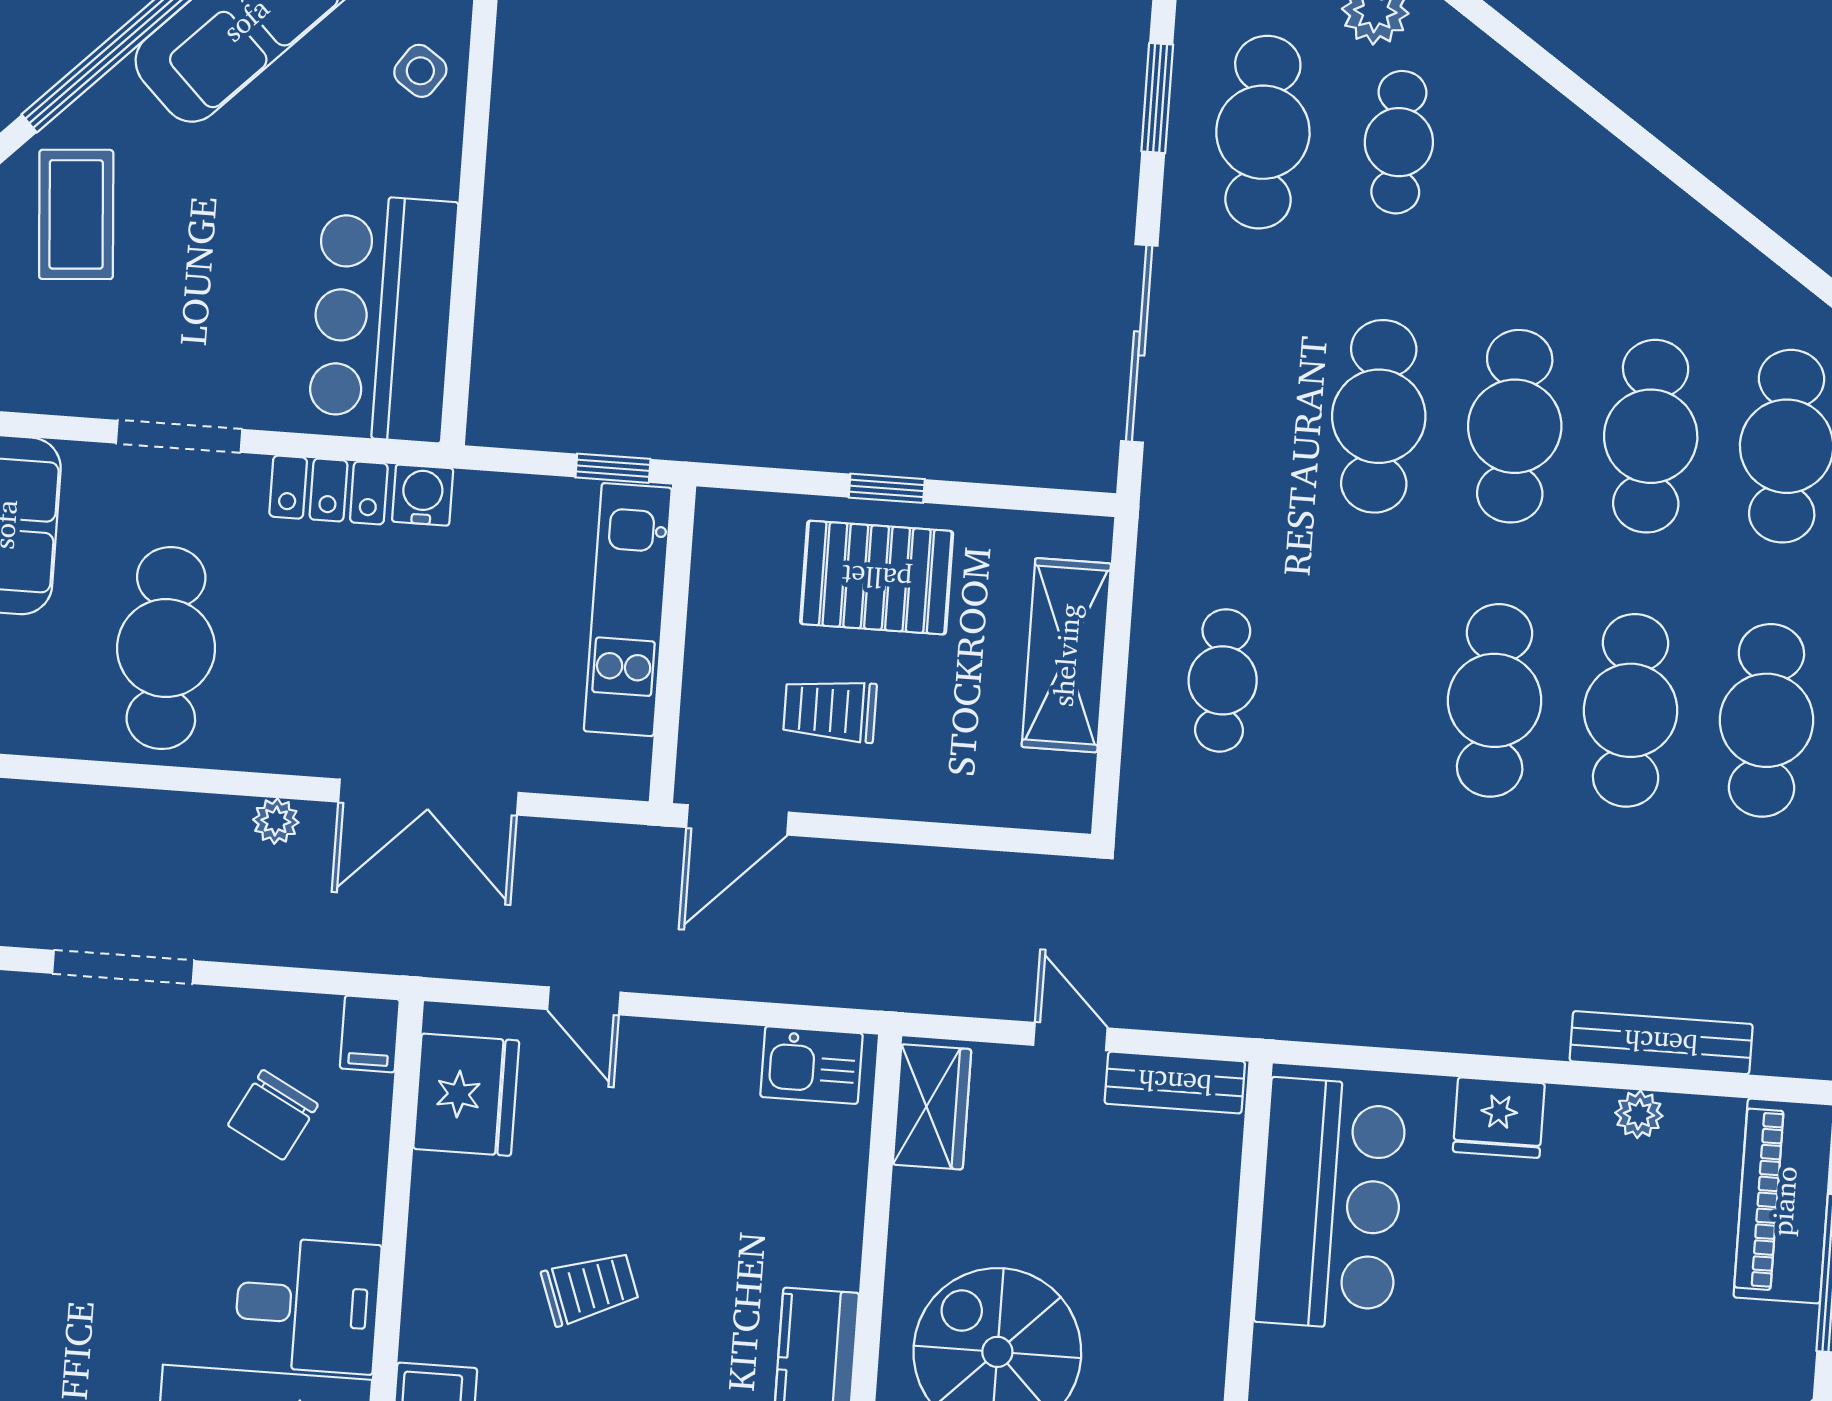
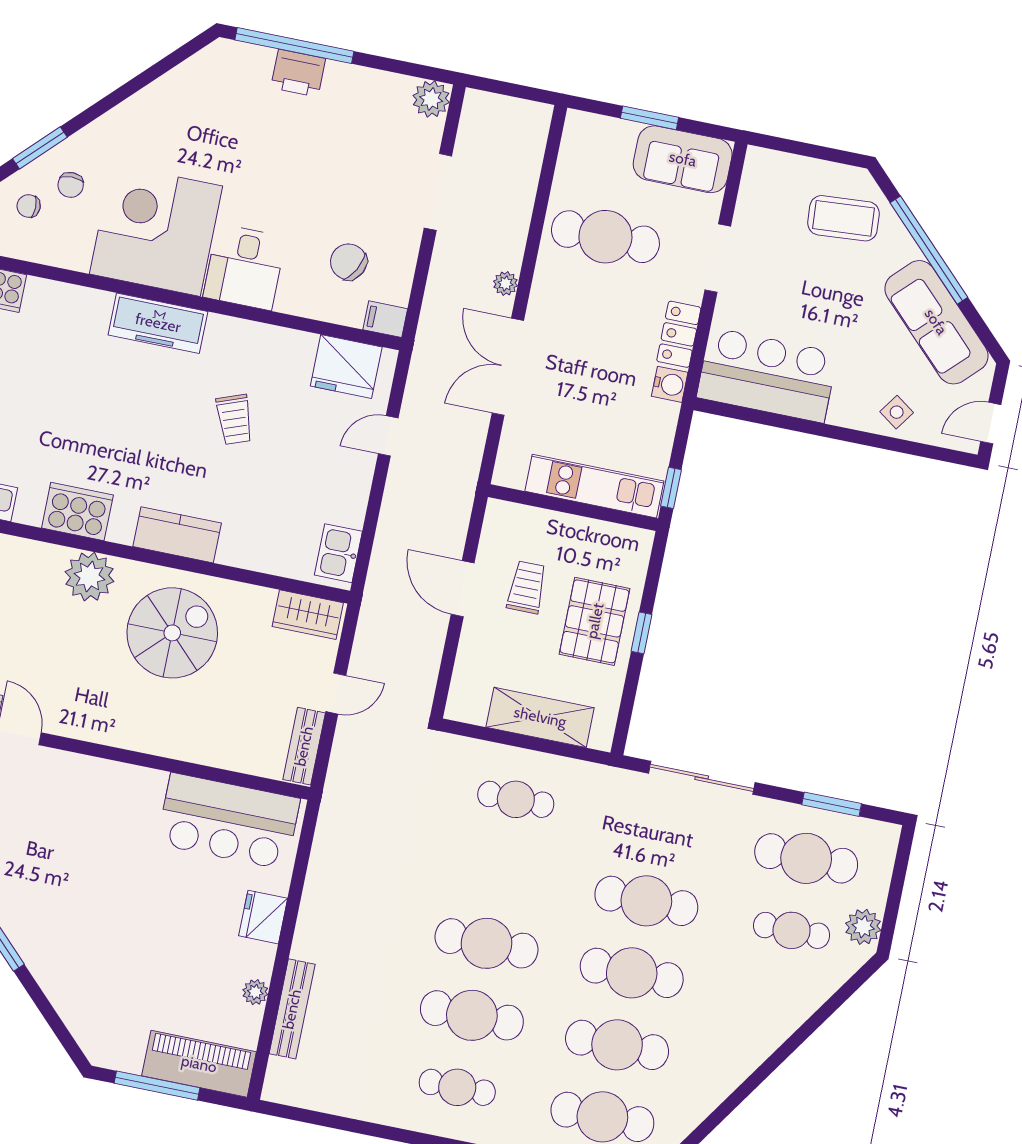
cafe table: (1766, 720) -> (457, 1087), width x0.73, depth x0.74
door: (738, 820) -> (463, 589), moved

